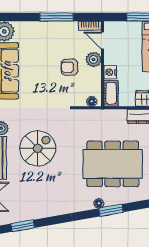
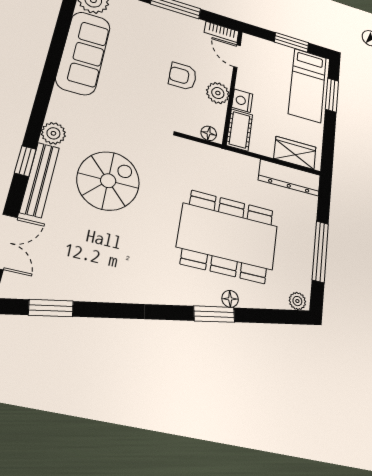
plant: (94, 59) -> (218, 93), moved
floor lamp: (99, 203) -> (230, 299), moved

